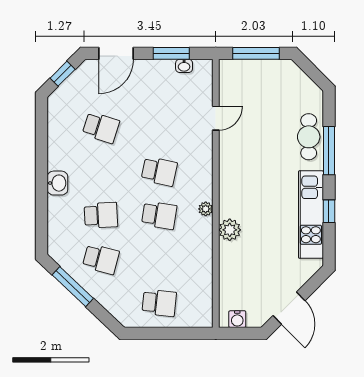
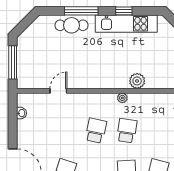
window: (171, 53) -> (13, 122), removed
door: (216, 118) -> (58, 91), hinge flipped

